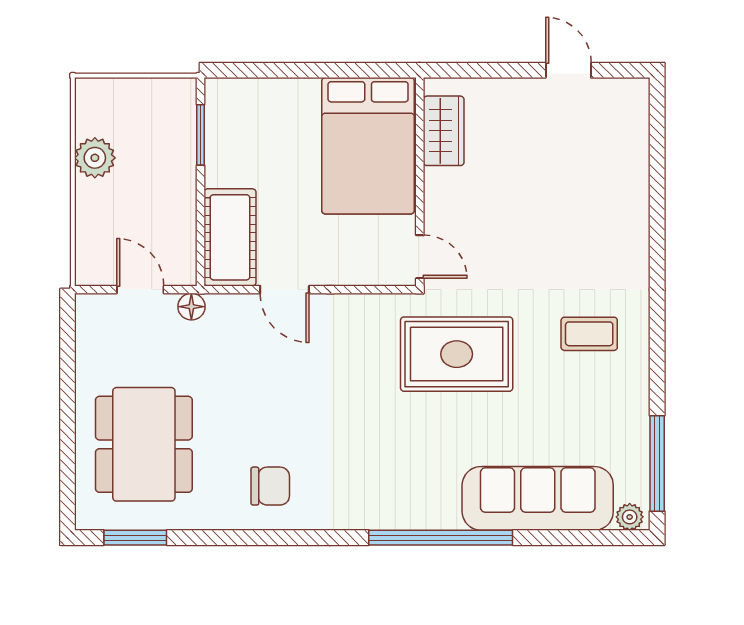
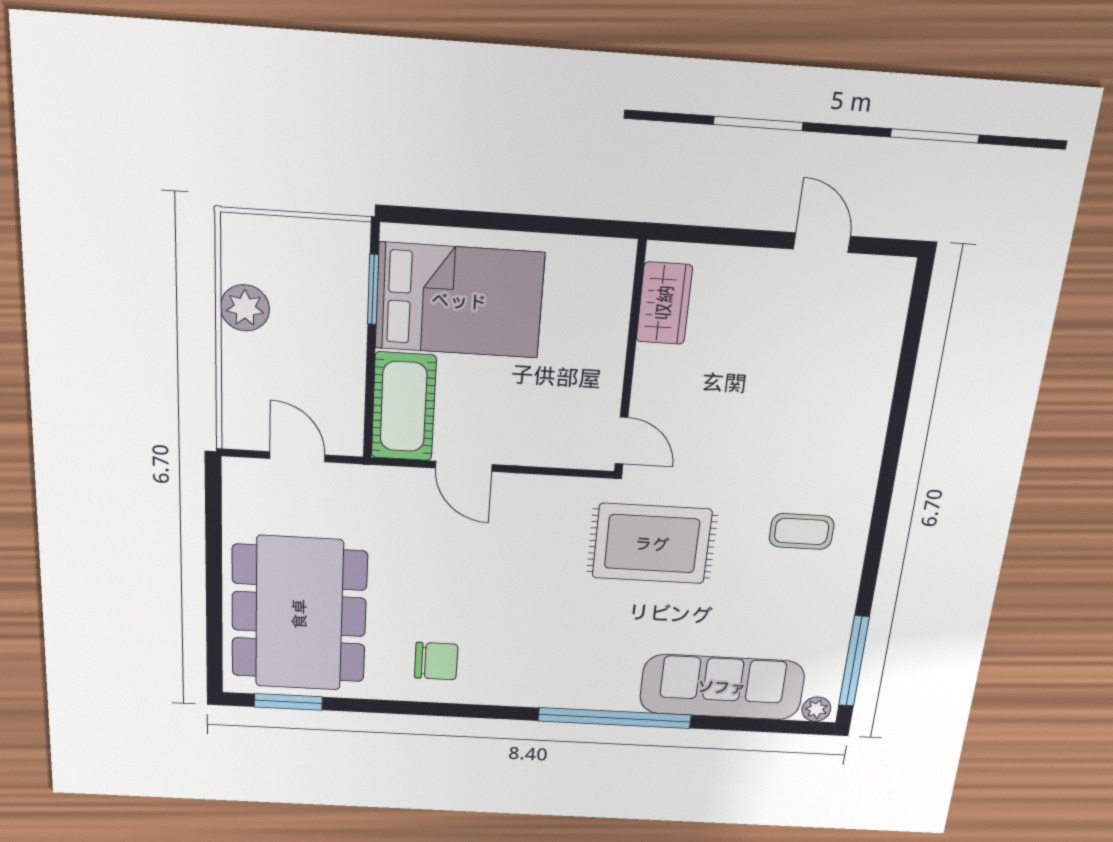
bed: (368, 146) -> (459, 301), moved, turned -90
floor lamp: (191, 307) -> (356, 478), removed
dining table: (144, 444) -> (299, 614), width x1.36, depth x1.24

